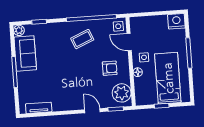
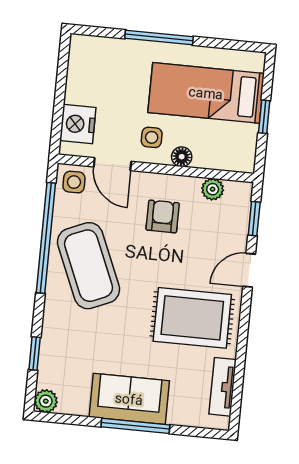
nightstand: (176, 21) -> (78, 124), moved
coffee table: (82, 39) -> (89, 266), width x1.86, depth x1.72
door: (129, 42) -> (112, 164), hinge flipped
sofa: (25, 53) -> (129, 399), moved
rug: (67, 89) -> (192, 318), added
plant: (122, 93) -> (213, 189), width x0.53, depth x0.53

